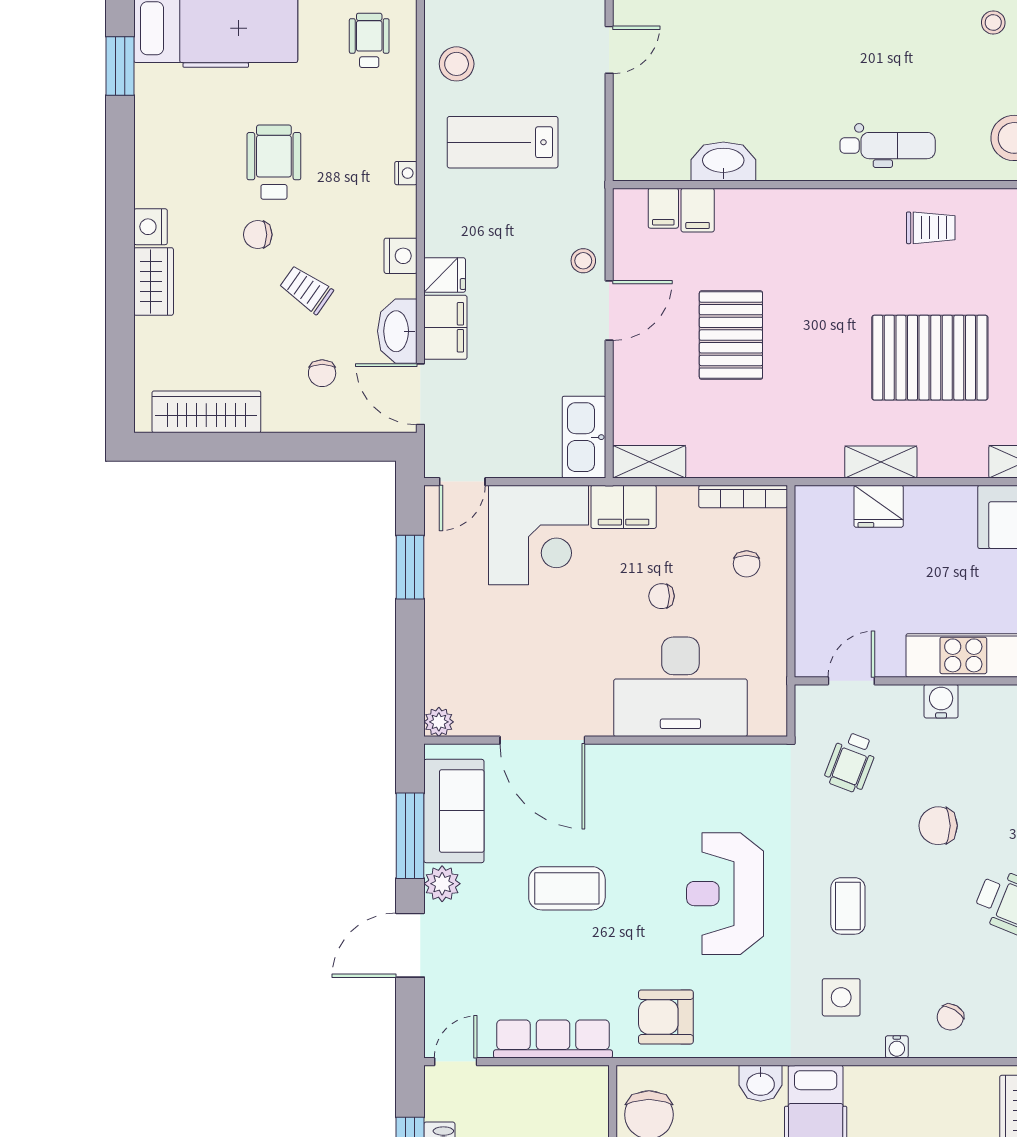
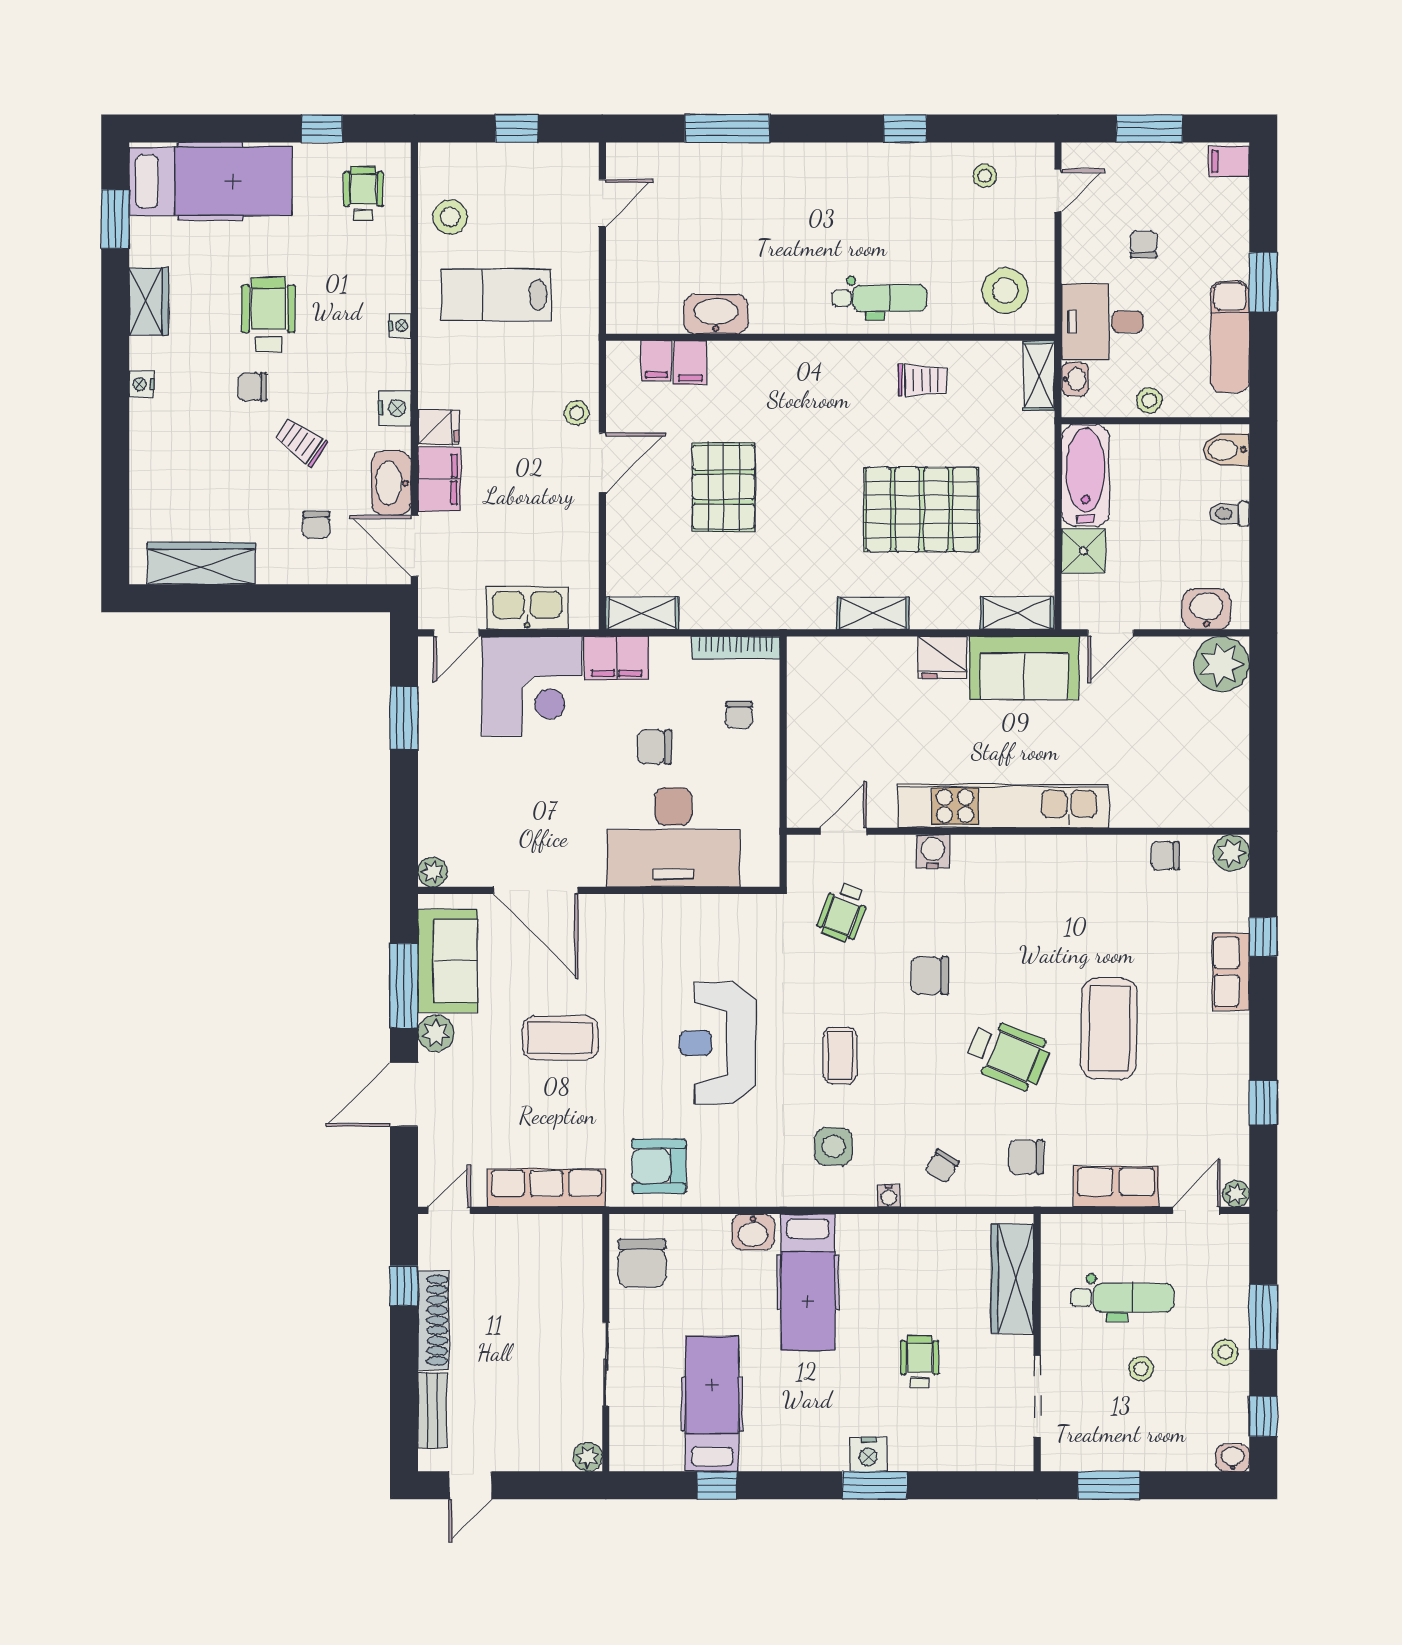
nightstand: (151, 227) -> (141, 384), width x0.72, depth x0.74
wardrobe: (154, 281) -> (149, 301), moved
kitchen sink: (584, 437) -> (527, 608), moved, turned 90
fridge: (879, 506) -> (942, 657), moved
chair: (661, 596) -> (654, 747), width x1.37, depth x1.37

